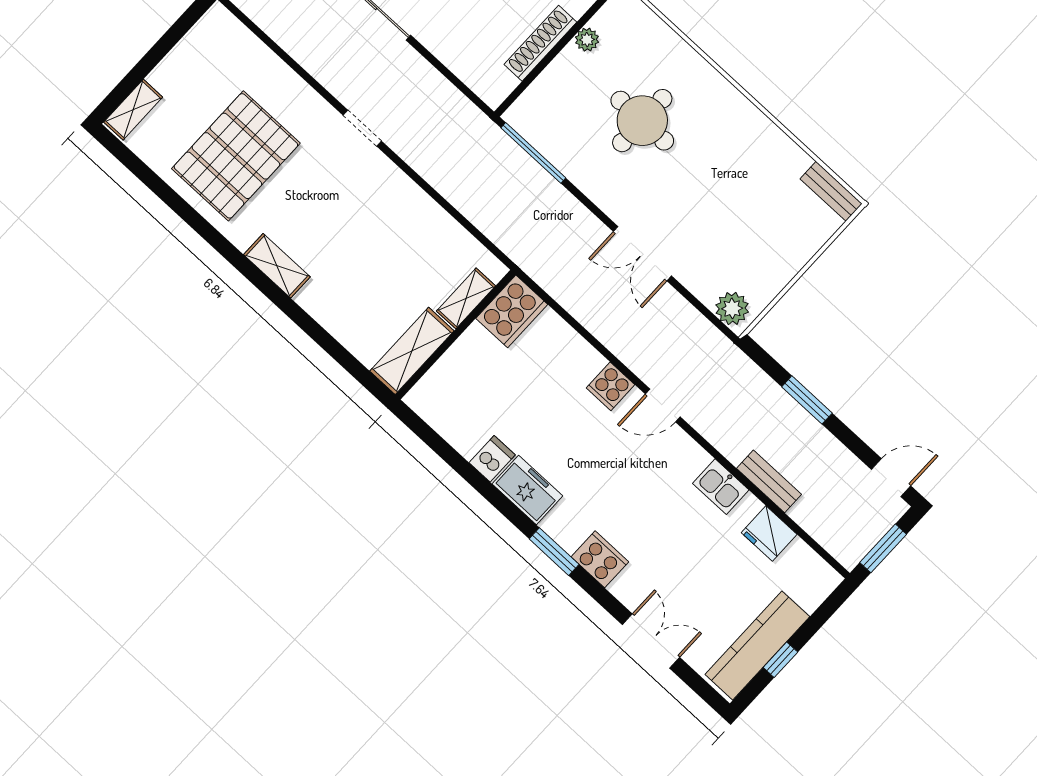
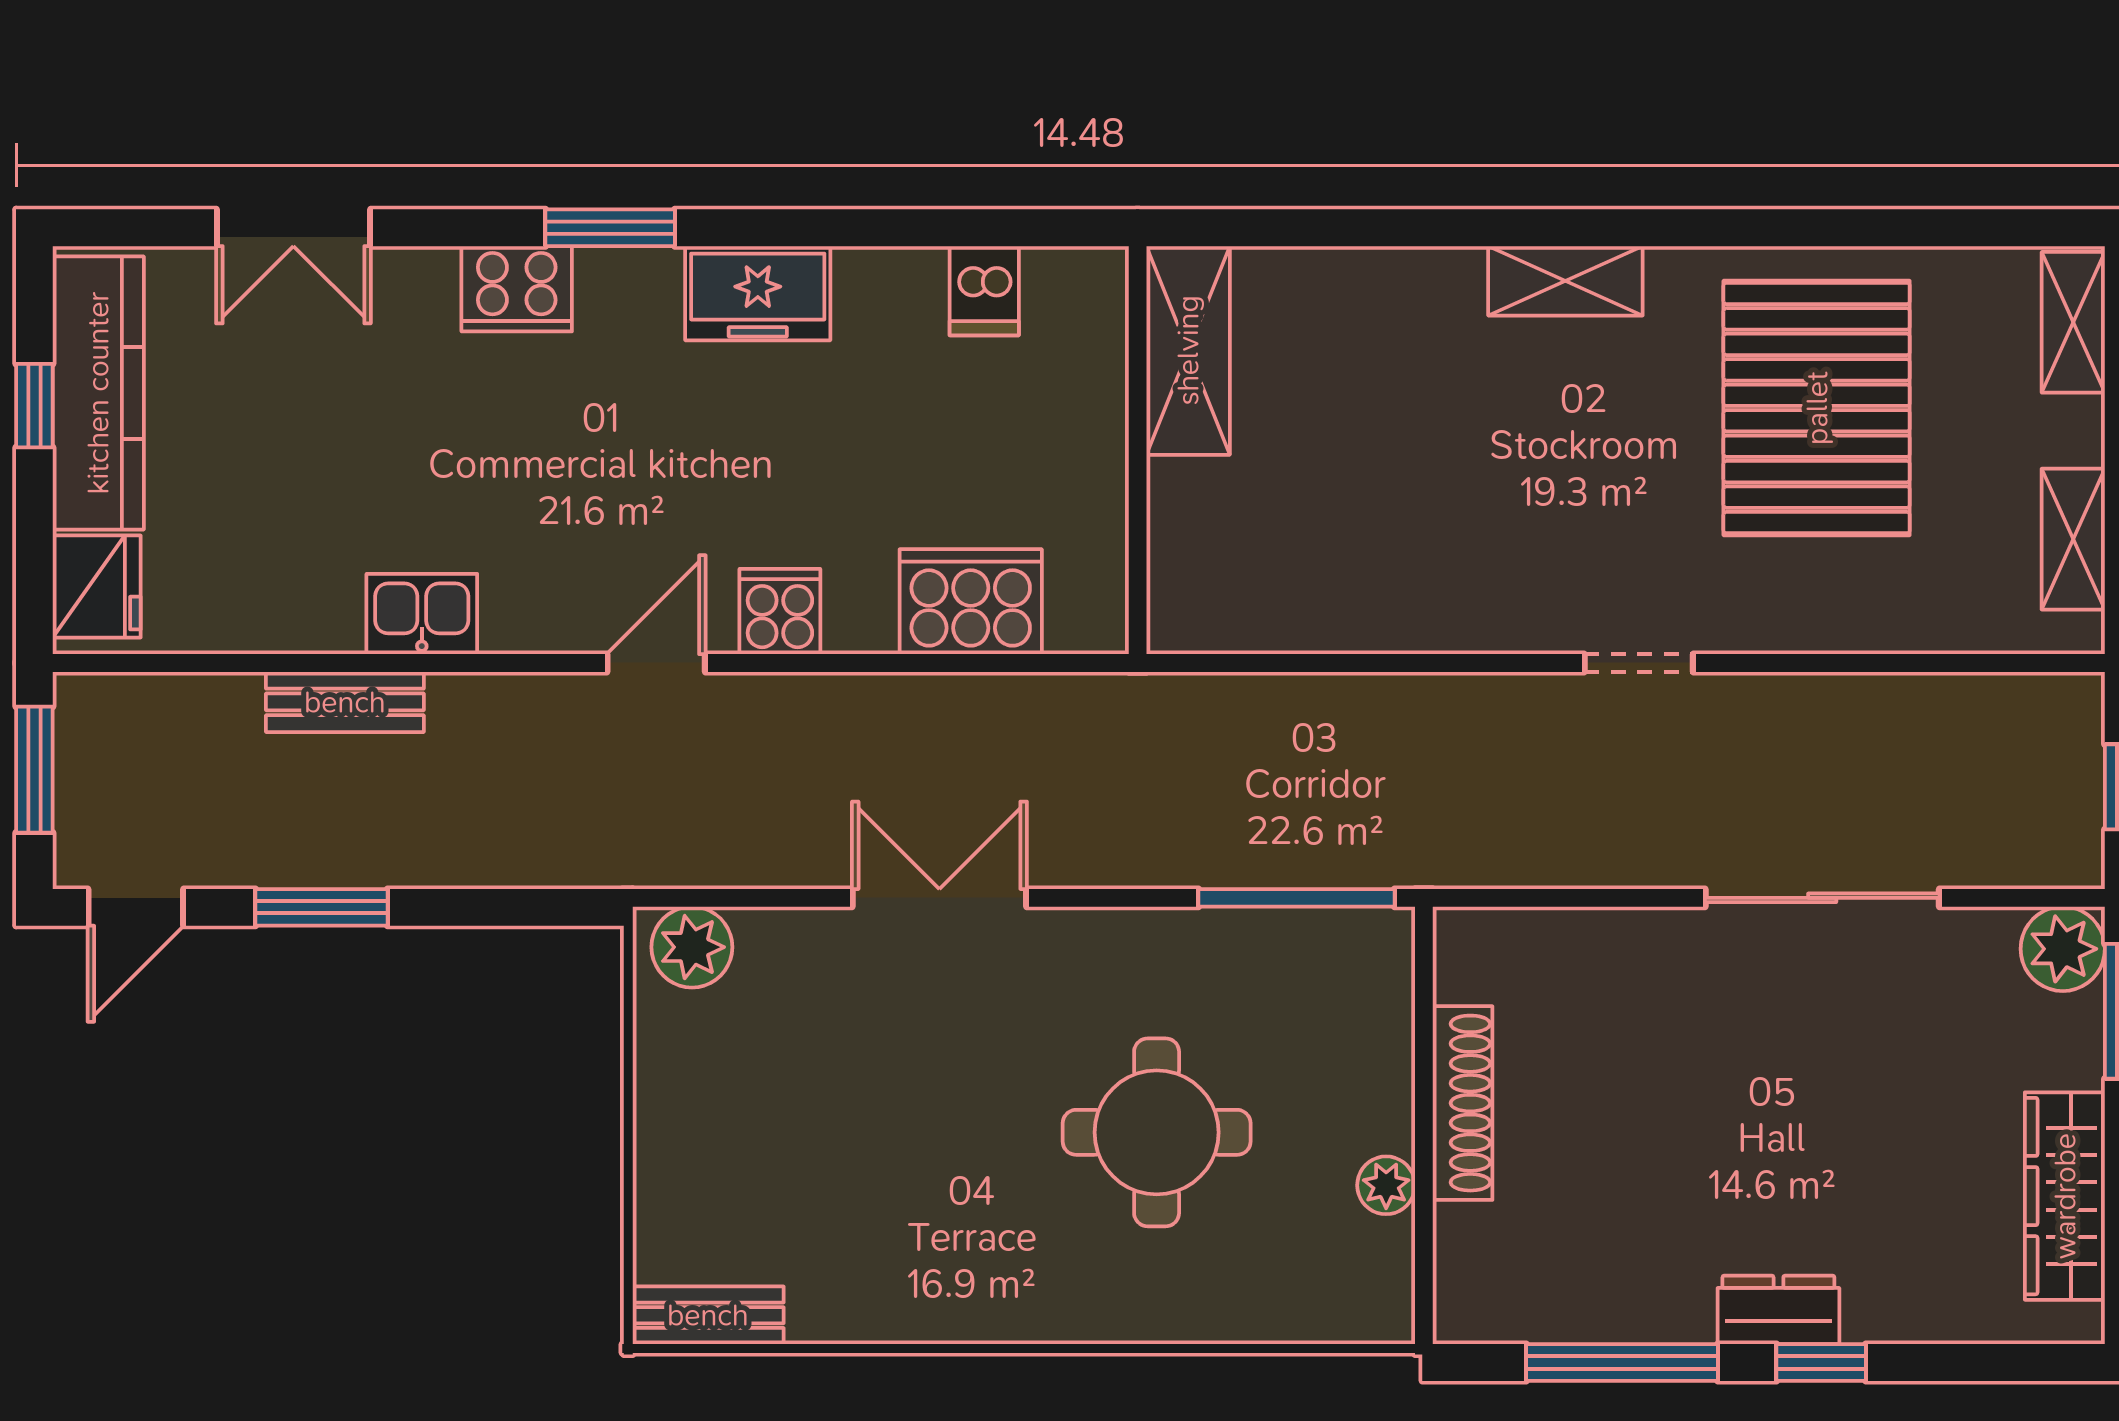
shelving: (466, 298) -> (2073, 539), moved
cooker: (512, 311) -> (971, 602), moved, turned 90
window: (807, 400) -> (321, 907), moved
dishwasher: (492, 459) -> (984, 291), moved
fridge: (769, 533) -> (97, 587), moved, turned 90

